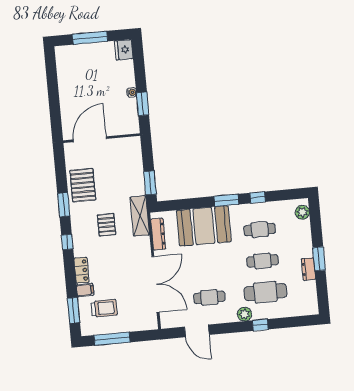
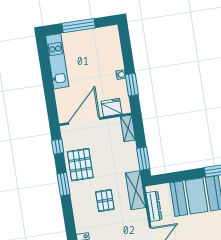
fridge: (124, 50) -> (112, 107), moved, turned 90
kitchen unit: (65, 74) -> (57, 61), added
shelving: (136, 150) -> (128, 128), added
window: (67, 242) -> (58, 147), moved

